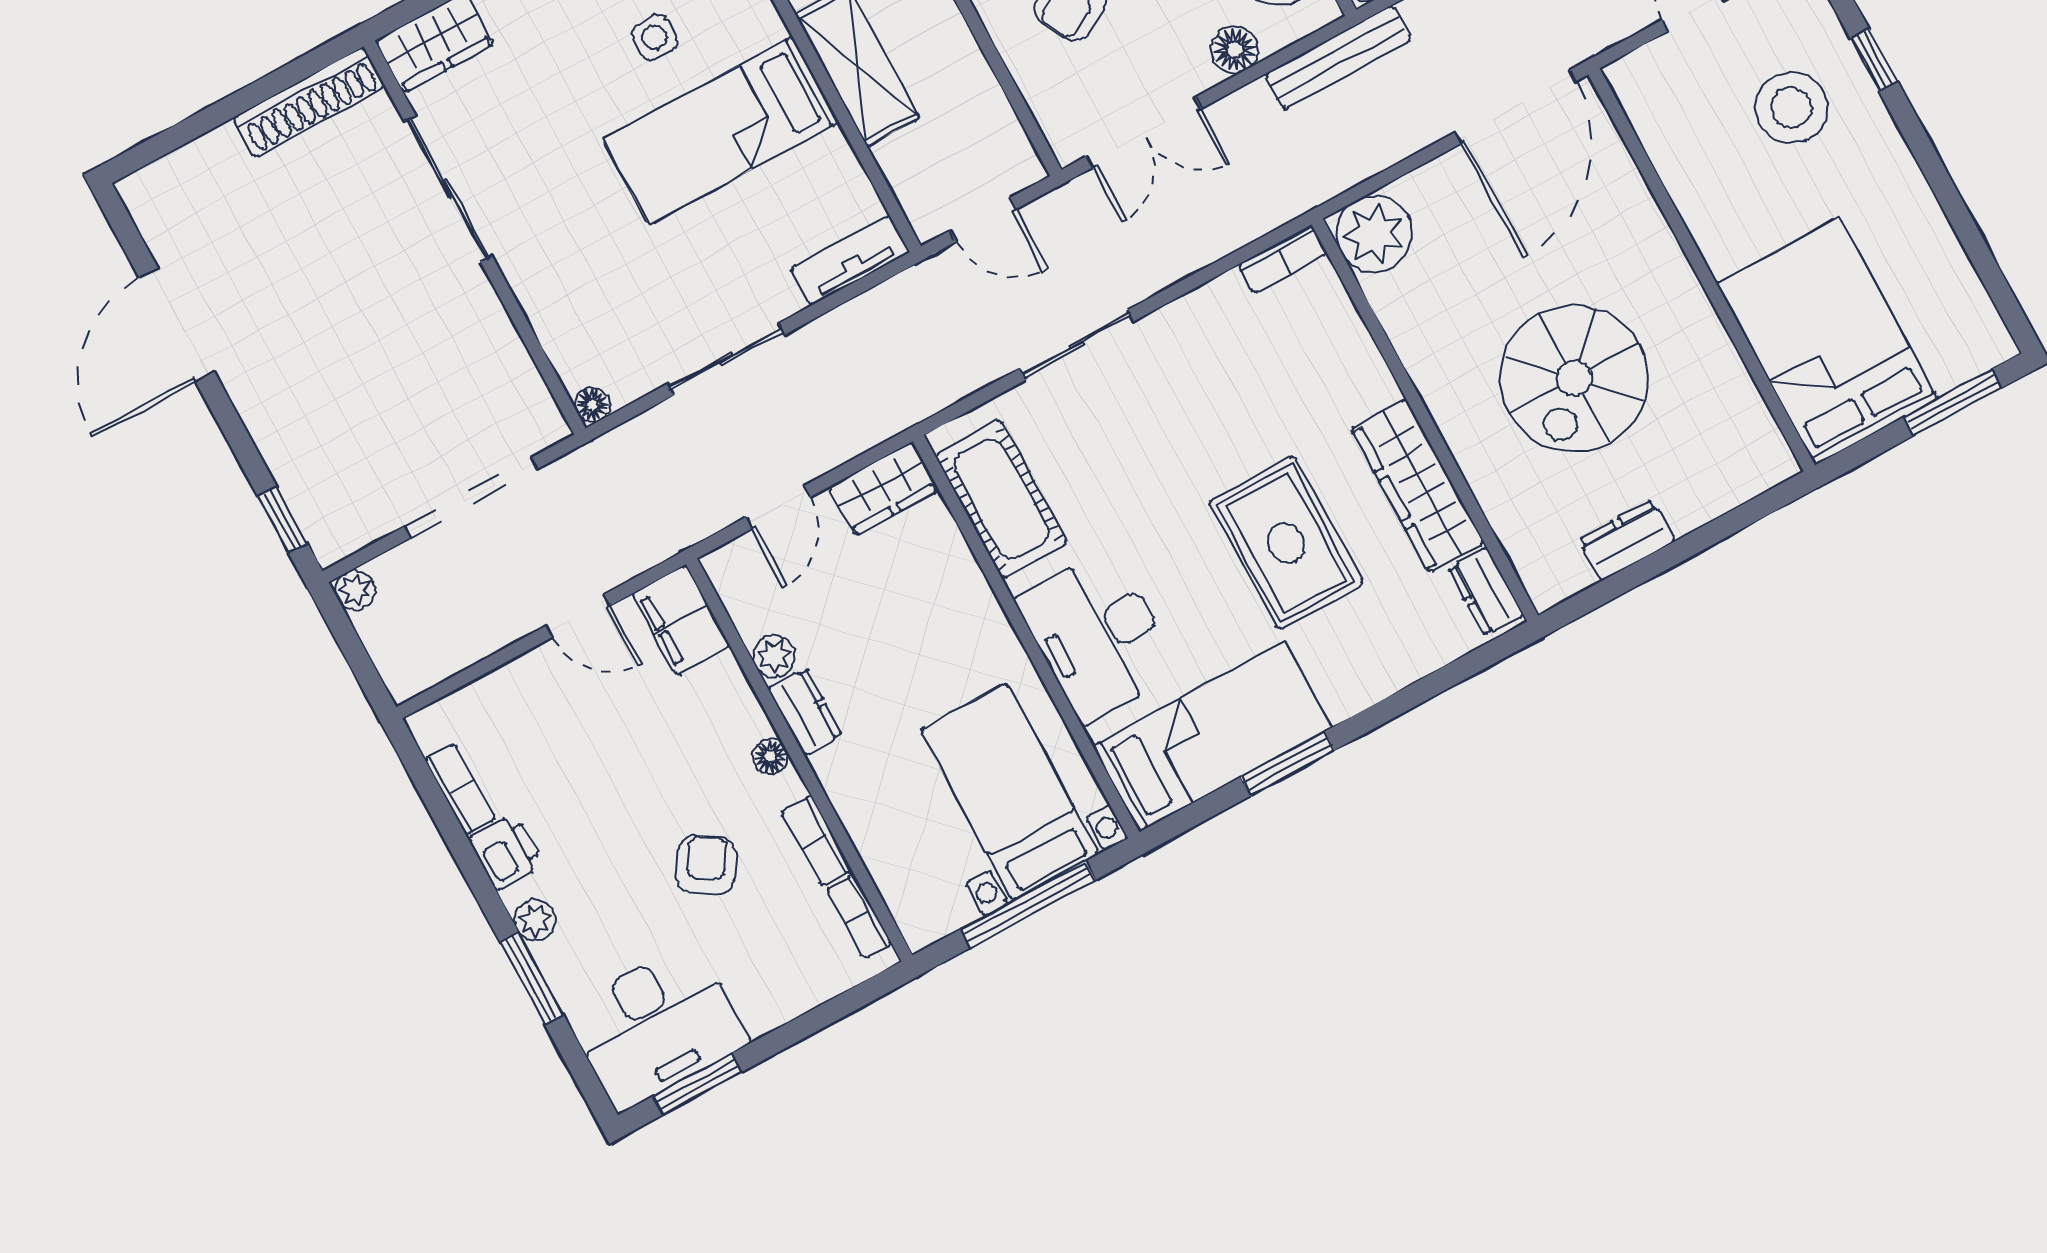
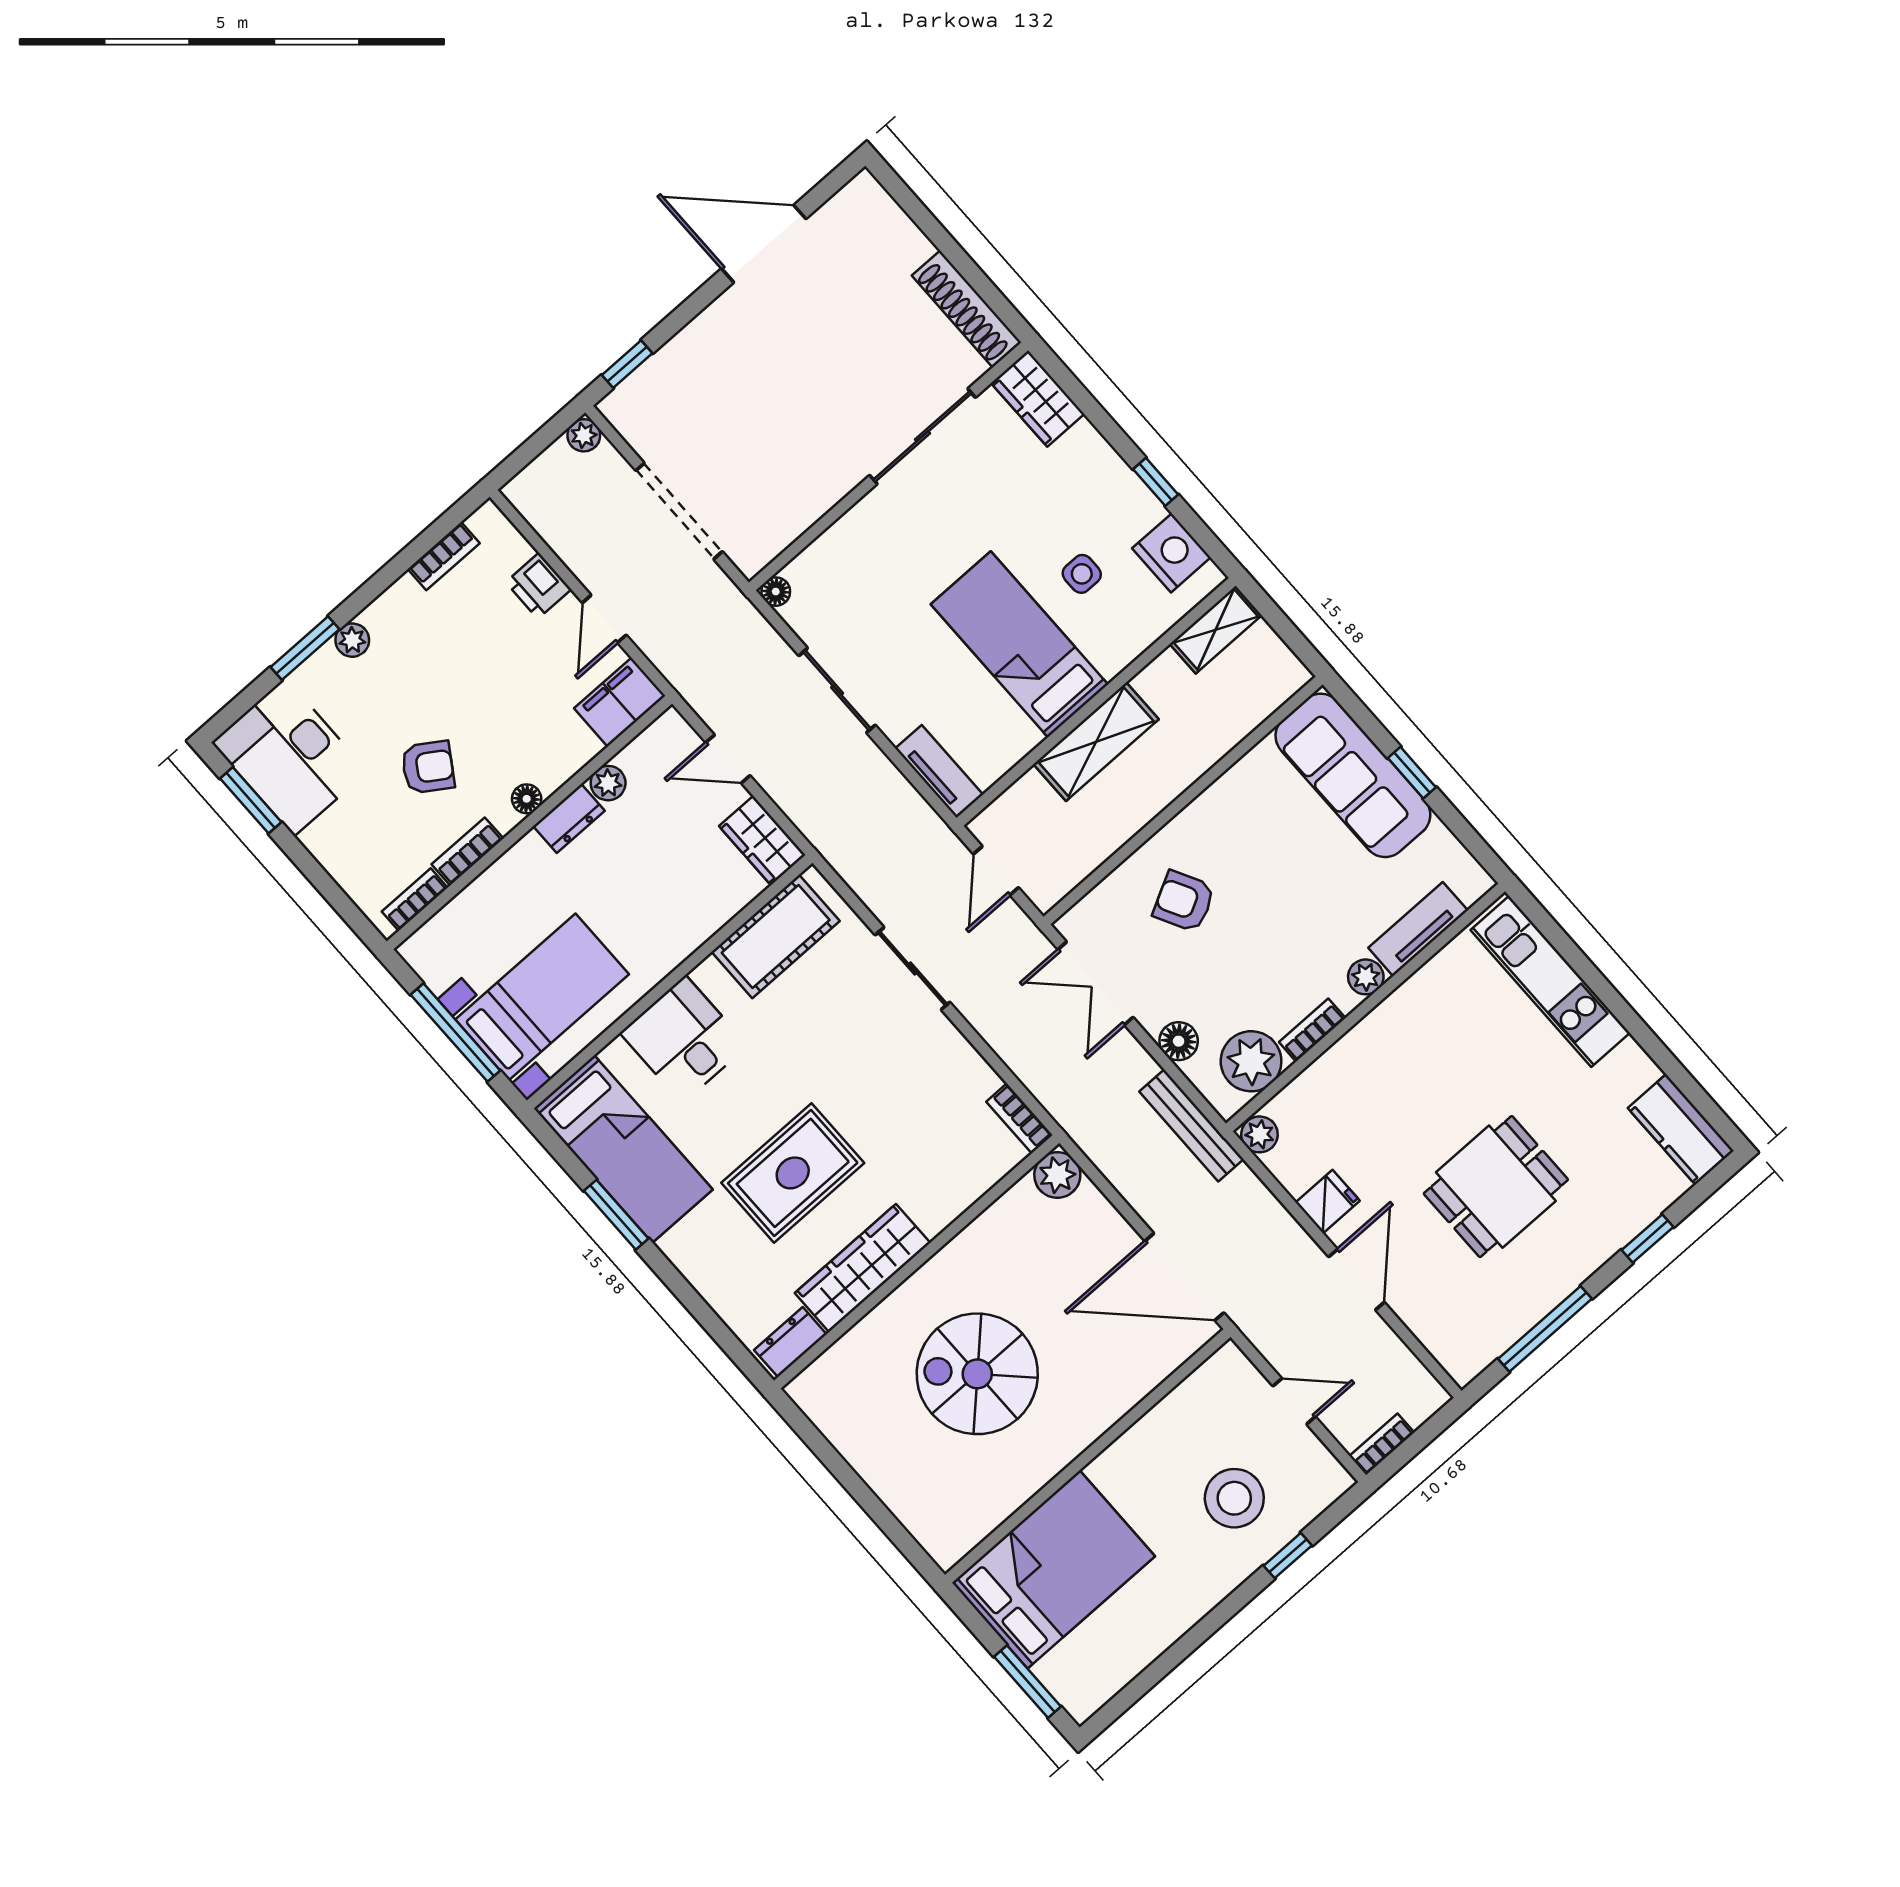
plant: (1374, 234) -> (1057, 1175), width x0.73, depth x0.73
dresser: (1627, 540) -> (857, 1446), removed
desk: (1098, 636) -> (684, 1039), width x0.73
printer: (506, 852) -> (538, 586), moved, turned 90

